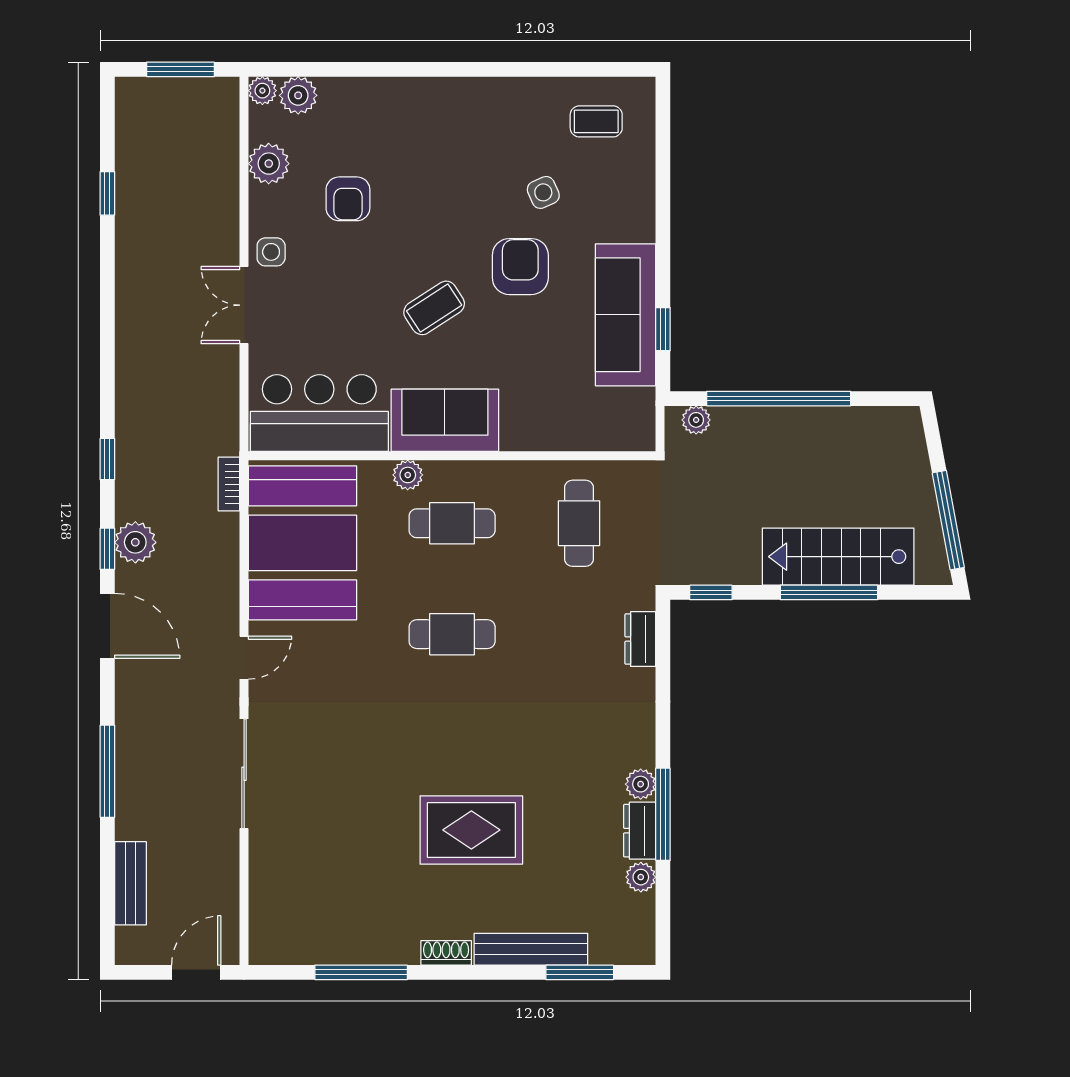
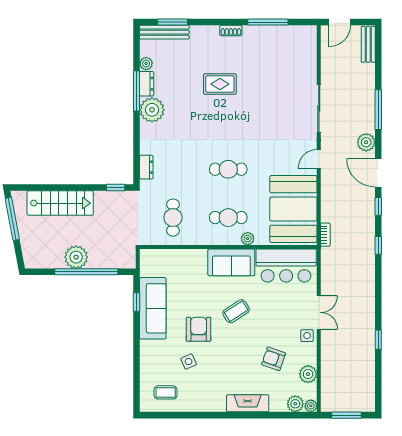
fireplace: (407, 96) -> (248, 403), added
window: (107, 193) -> (378, 340), moved
armchair: (348, 199) -> (274, 359), turned -71
armchair: (520, 267) -> (199, 329), turned 180
plant: (696, 420) -> (76, 257), moved, width x1.88, depth x1.88
plant: (135, 542) -> (366, 142), moved
window: (829, 592) -> (64, 187), removed
plant: (641, 784) -> (152, 110), width x1.88, depth x1.88
rug: (471, 830) -> (220, 84), width x0.73, depth x0.70
bench: (130, 883) -> (368, 44), moved
bench: (531, 949) -> (164, 32), moved

